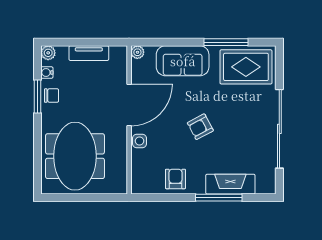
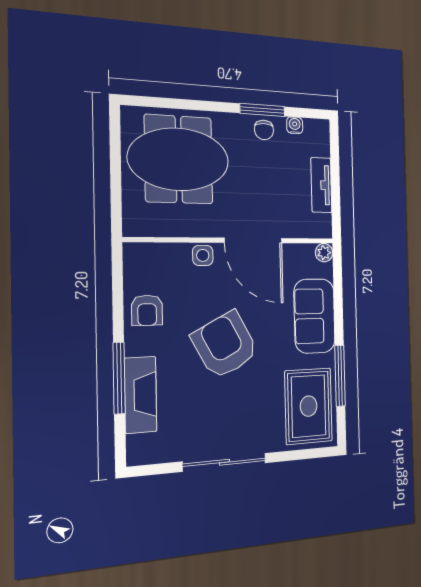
plant: (48, 53) -> (320, 129), removed
armchair: (200, 127) -> (225, 345), width x1.88, depth x1.88
sliding door: (279, 129) -> (224, 462), width x0.73
armchair: (175, 179) -> (147, 310), turned 90

